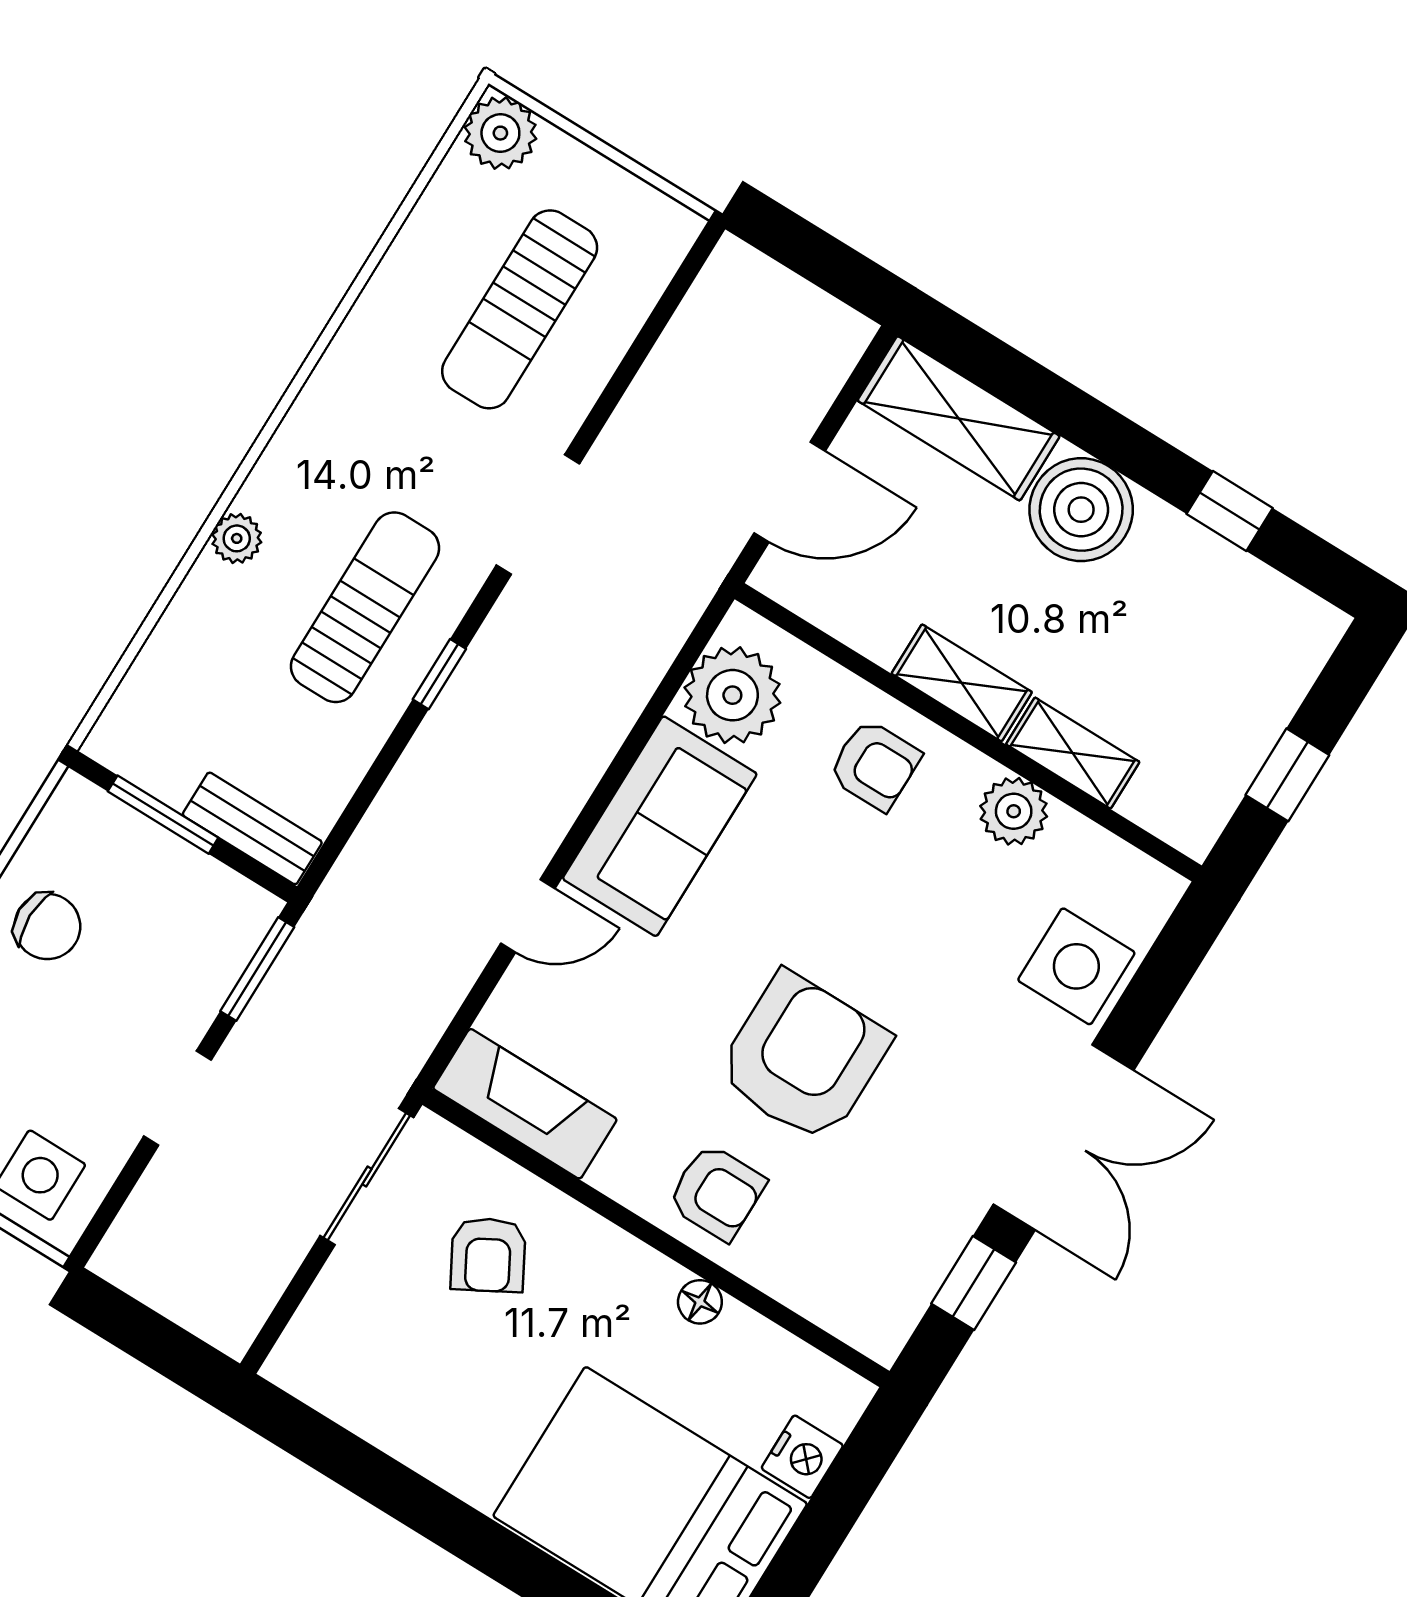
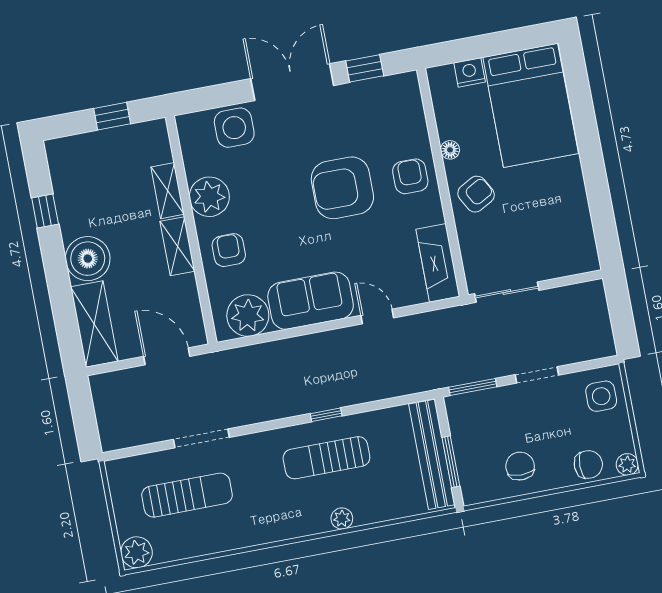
doorway: (538, 515) -> (201, 438), moved
plant: (1014, 811) -> (209, 197), width x1.36, depth x1.36
bench: (252, 828) -> (432, 454), width x1.86, depth x1.21
armchair: (488, 1255) -> (476, 194), moved

